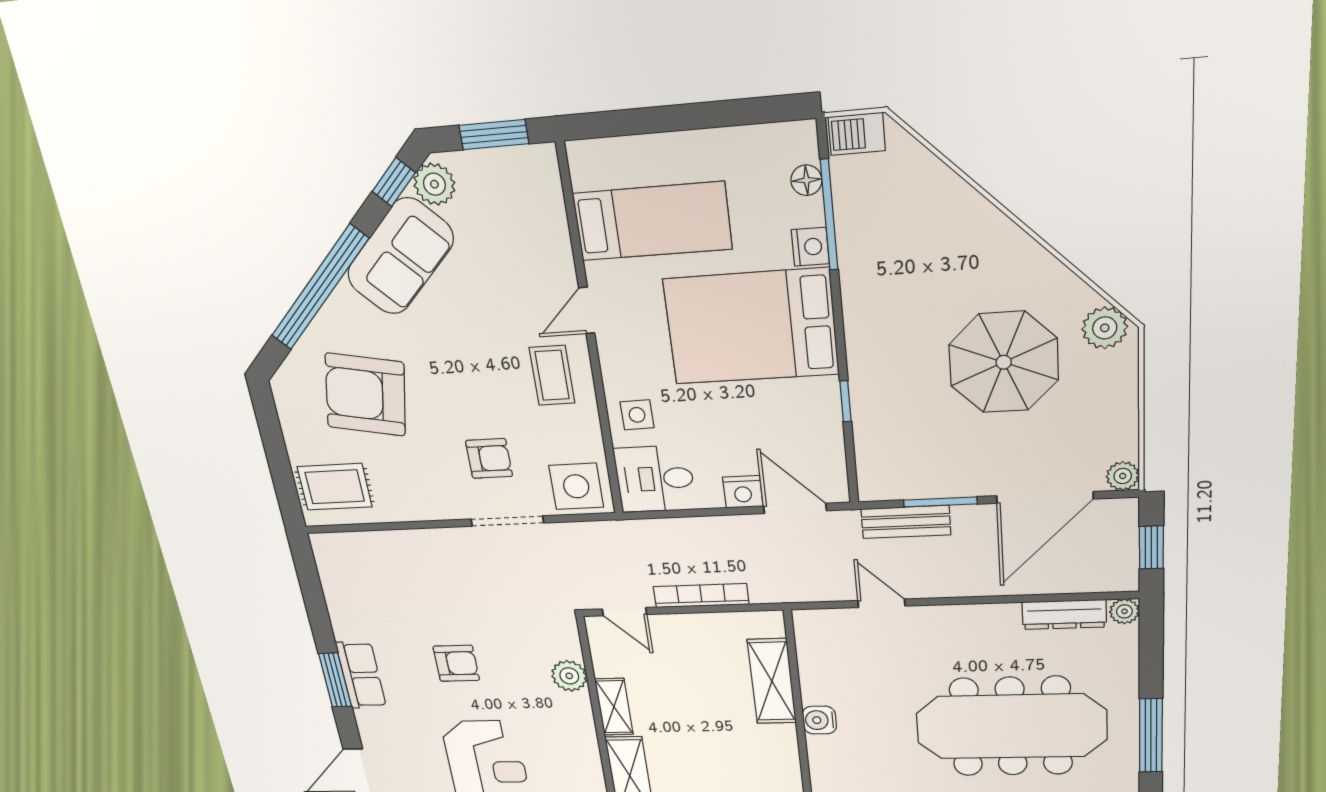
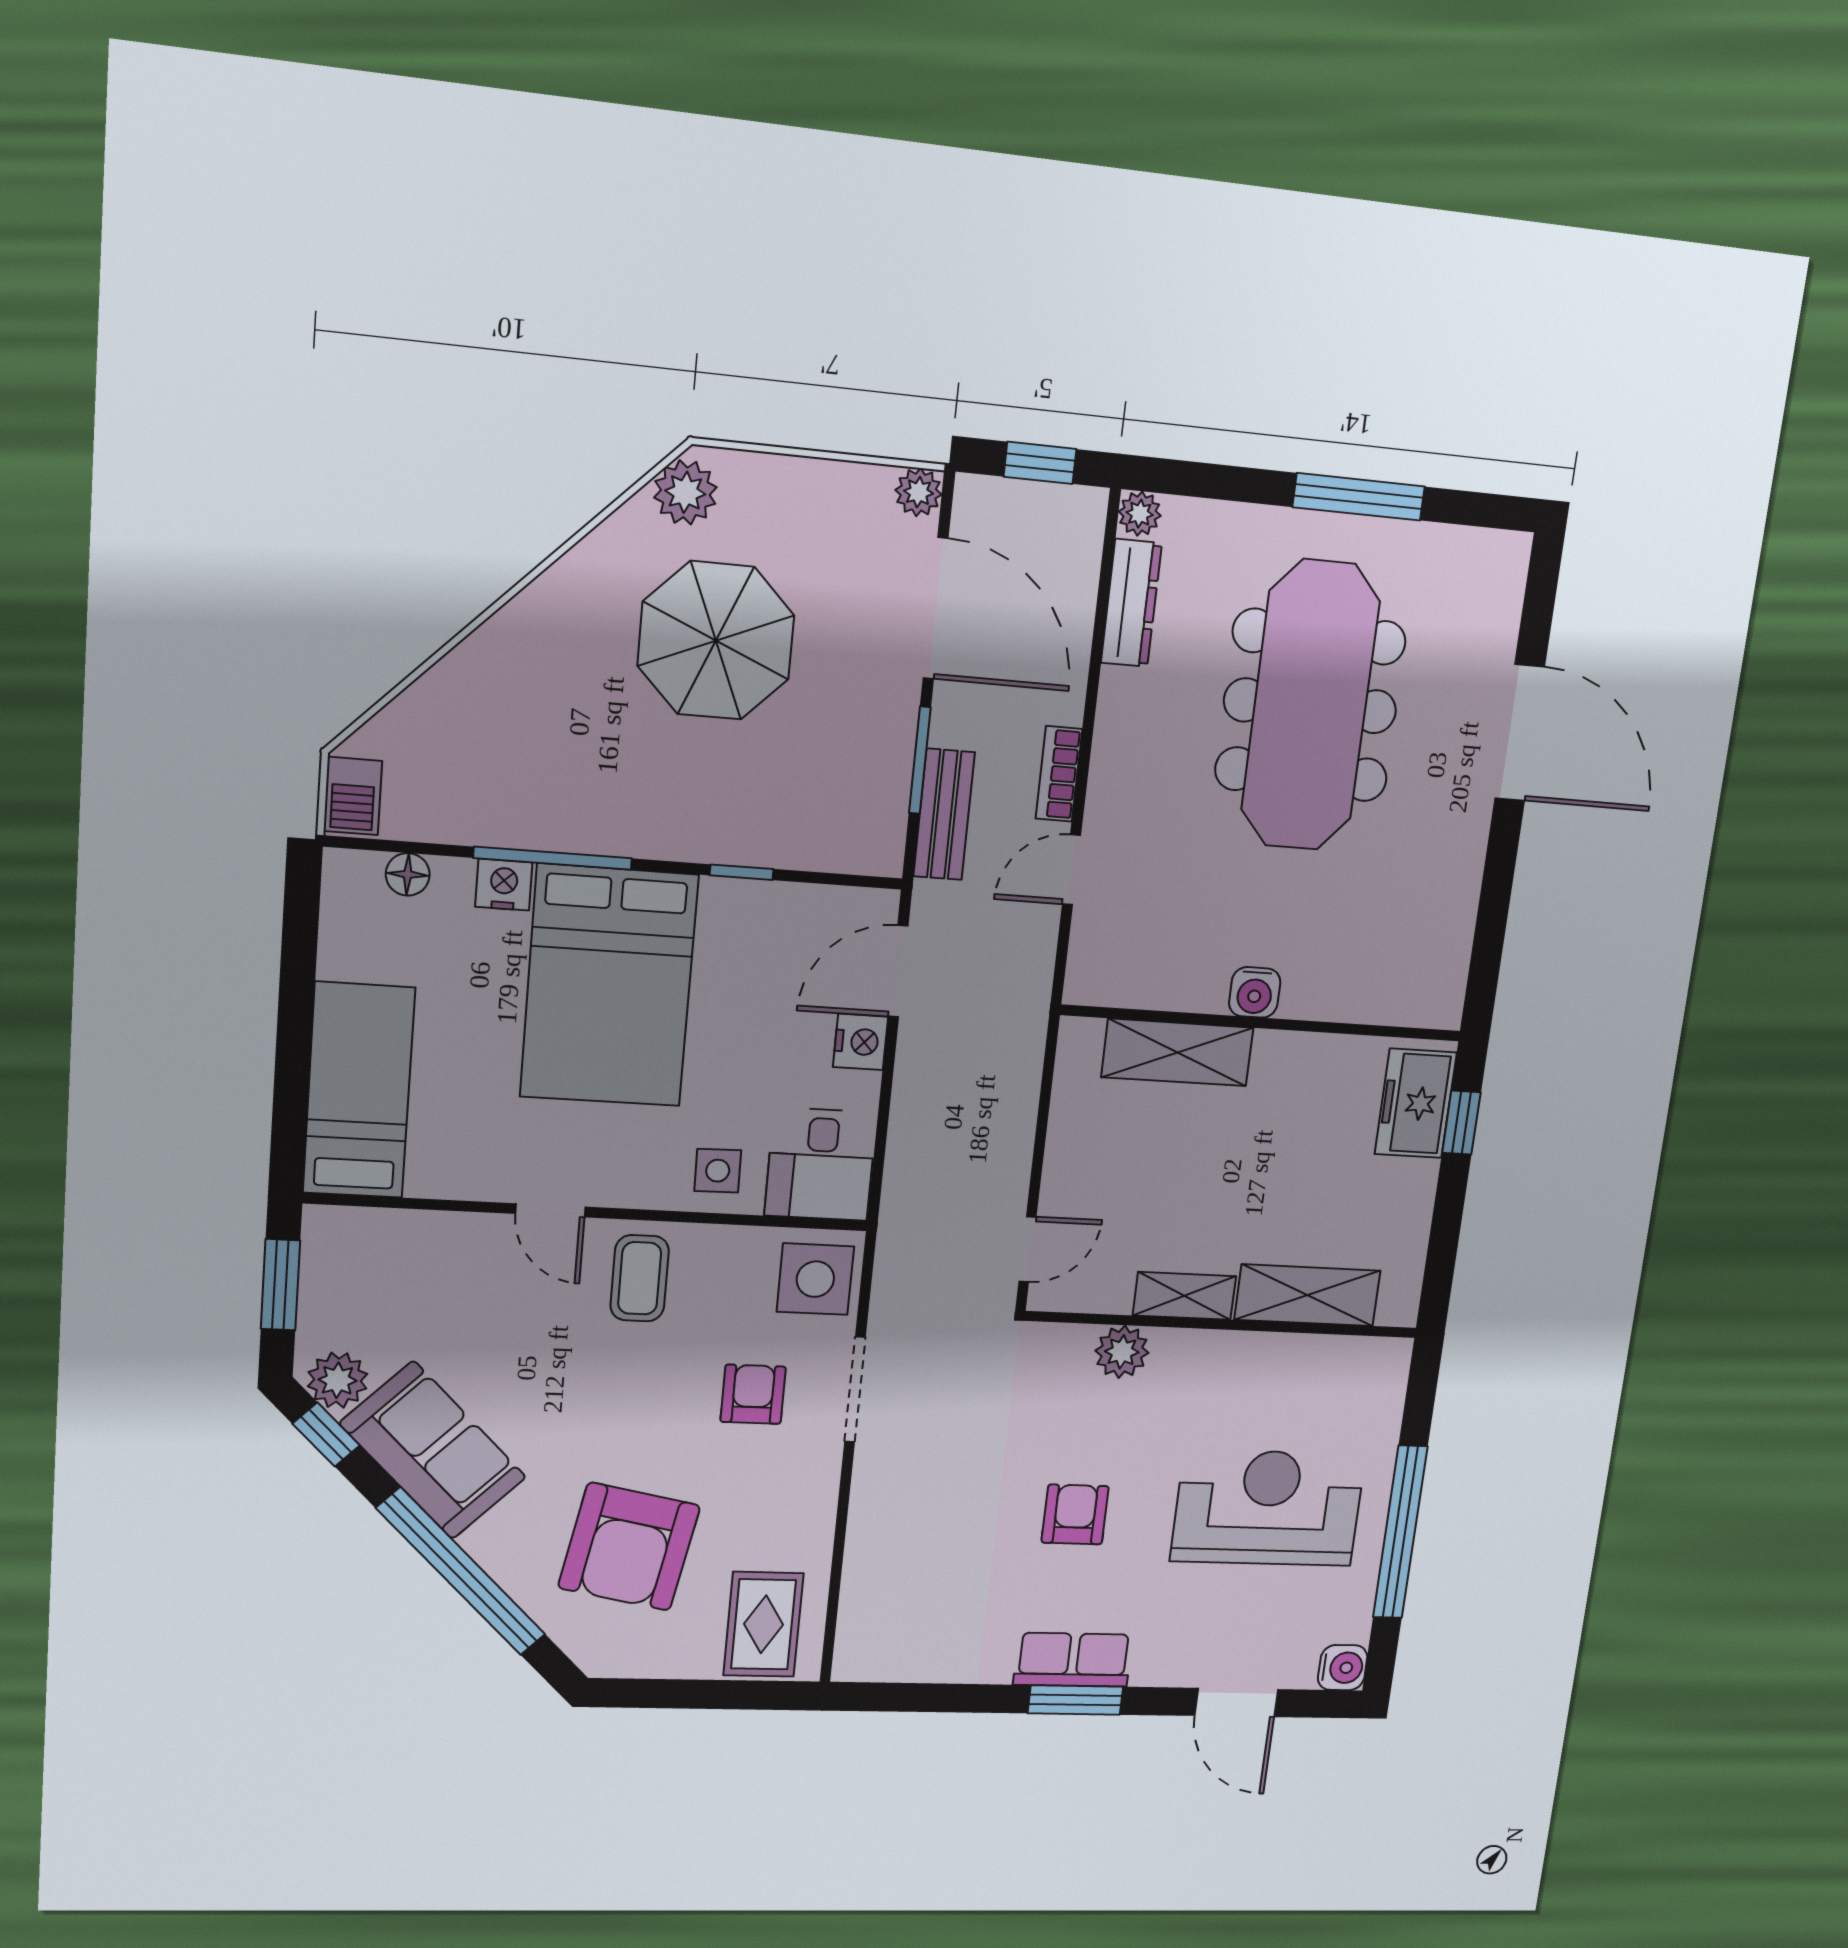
window: (829, 215) -> (553, 858), moved
bed: (652, 221) -> (359, 1090), moved
coffee table: (552, 375) -> (640, 1278), turned 90
bookcase: (701, 596) -> (1059, 774), moved, width x0.64

